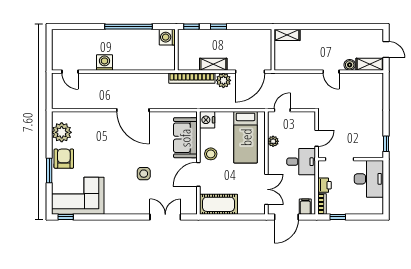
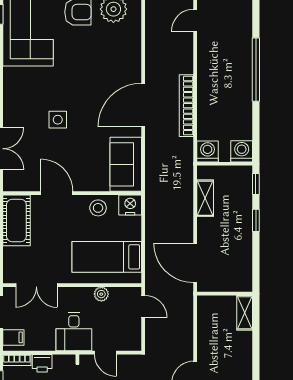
window: (128, 27) -> (256, 70), moved
washing machine: (104, 62) -> (207, 151), moved, turned -90
shelving: (213, 64) -> (205, 198), moved
bookcase: (192, 78) -> (186, 106), moved
plant: (223, 80) -> (183, 227), removed
sofa: (185, 138) -> (126, 164), moved, turned -90
stool: (211, 154) -> (98, 208), moved

